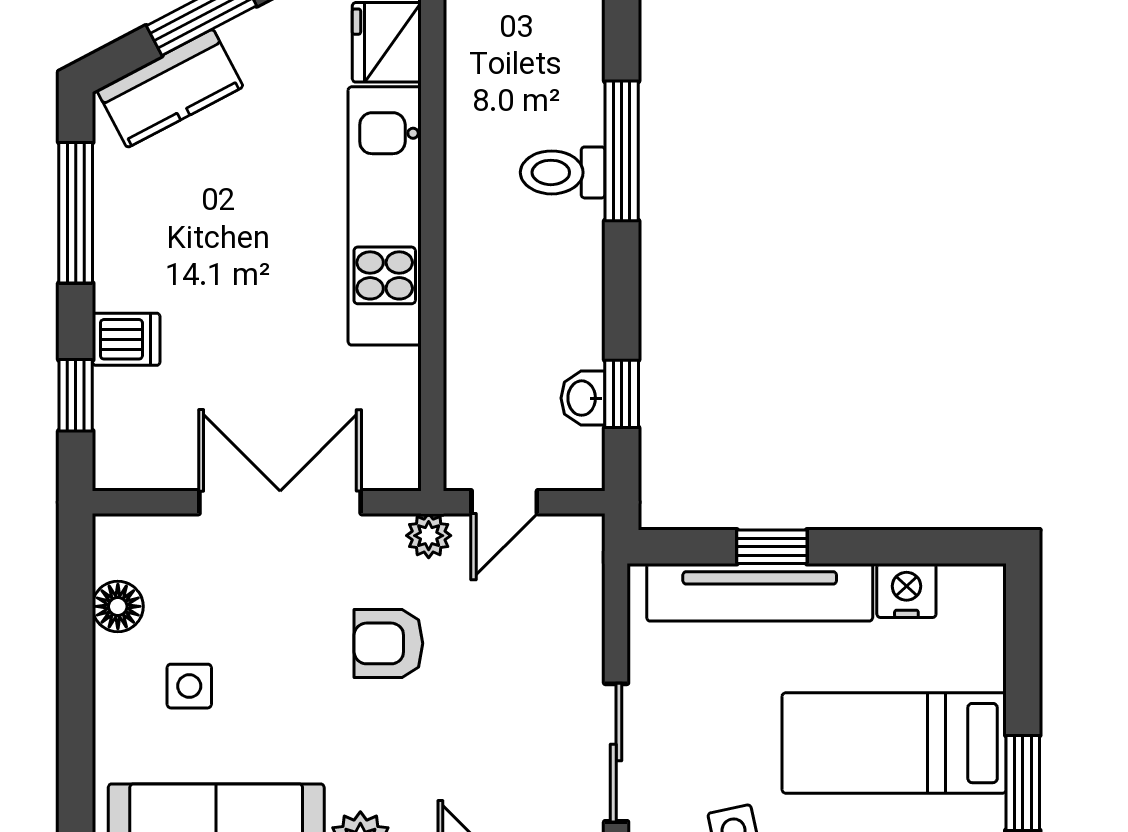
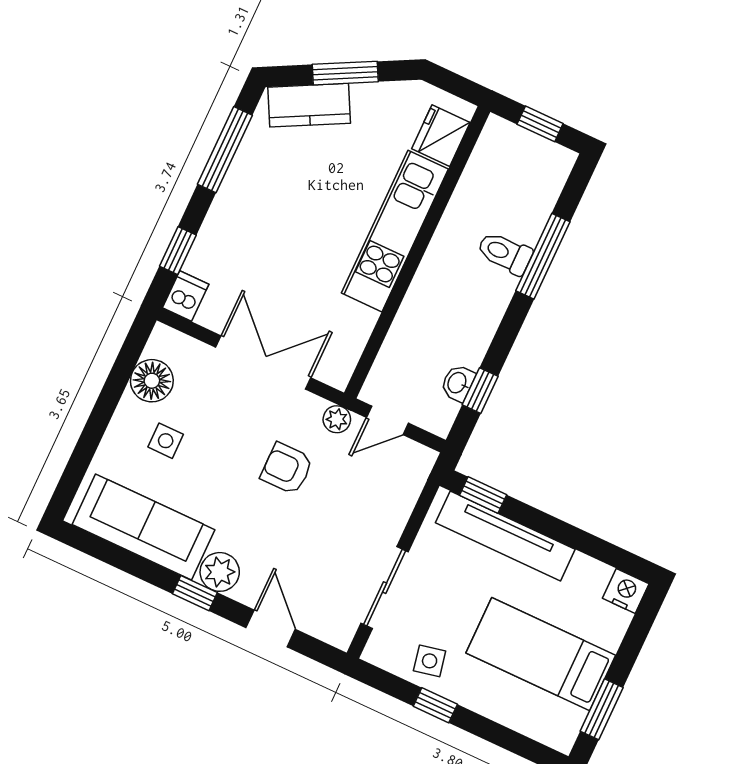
dishwasher: (126, 339) -> (186, 296), moved, turned -90
window: (772, 547) -> (483, 495), moved
nightstand: (906, 591) -> (626, 591), moved
floor lamp: (118, 606) -> (152, 381), width x1.38, depth x1.38

